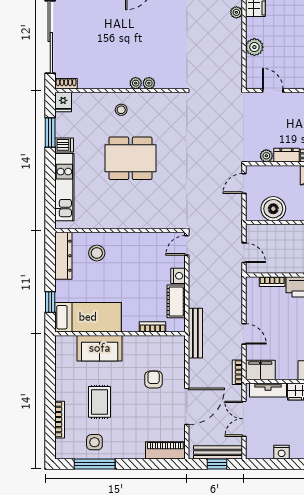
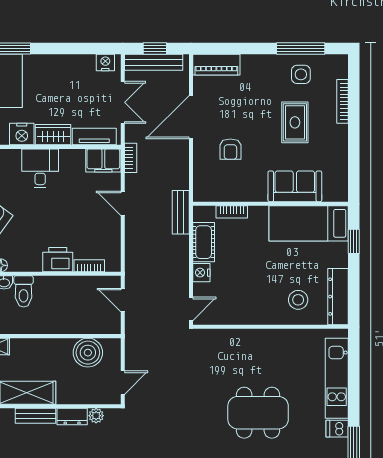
bench: (195, 333) -> (181, 212), width x0.73
nightstand: (282, 452) -> (105, 62), moved

